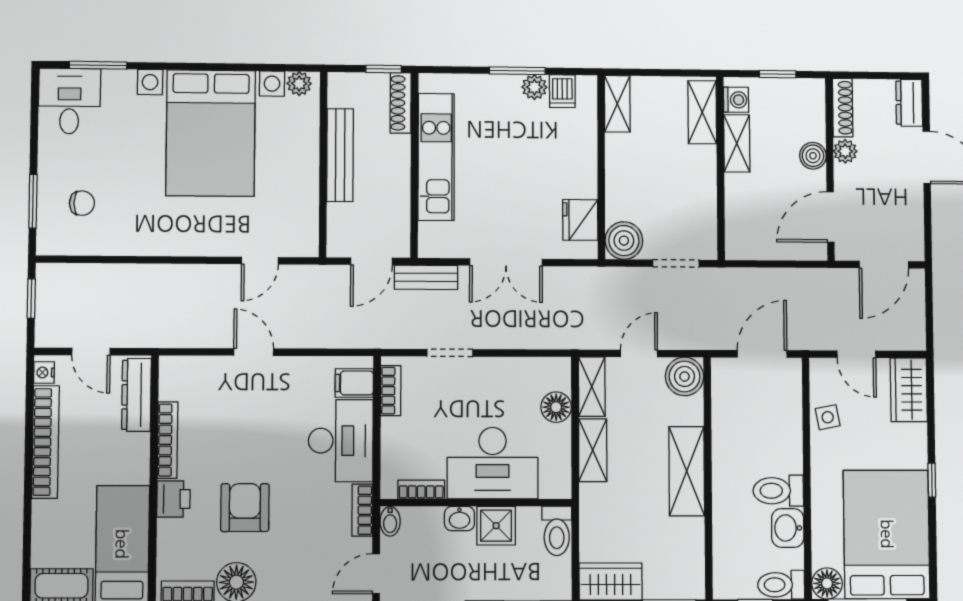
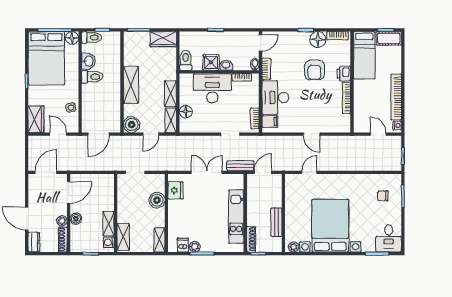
bench: (340, 155) -> (276, 222), width x0.73
boiler: (624, 241) -> (157, 200), moved
dresser: (136, 395) -> (359, 116), removed

